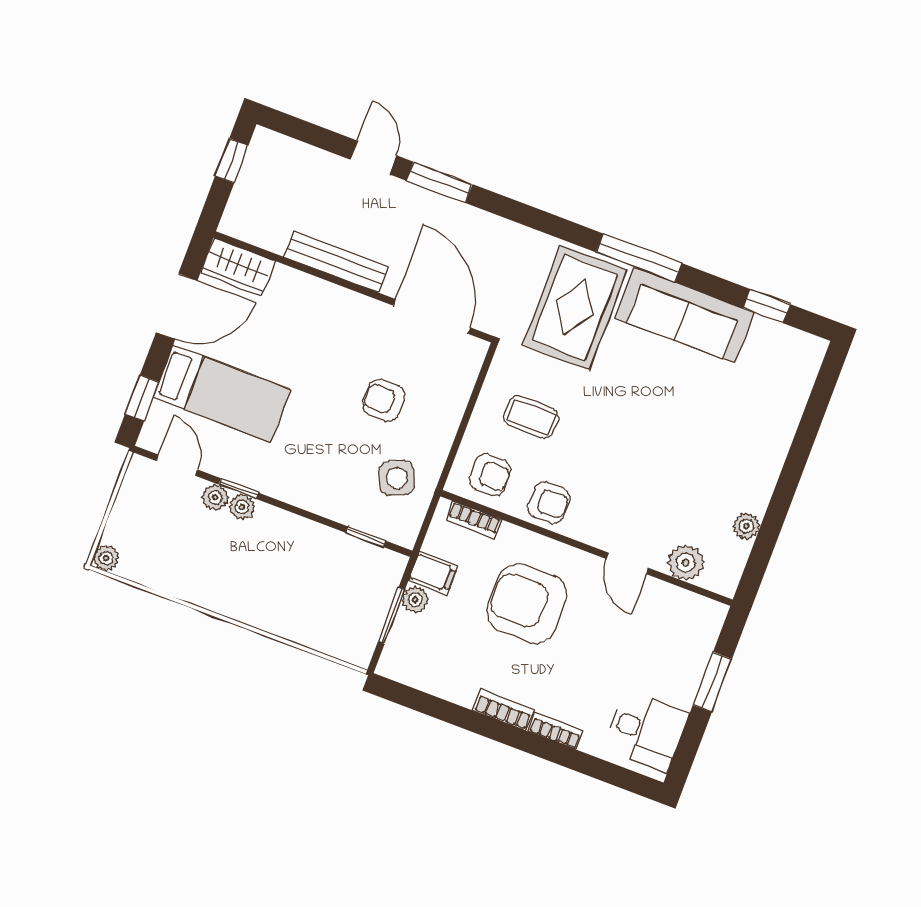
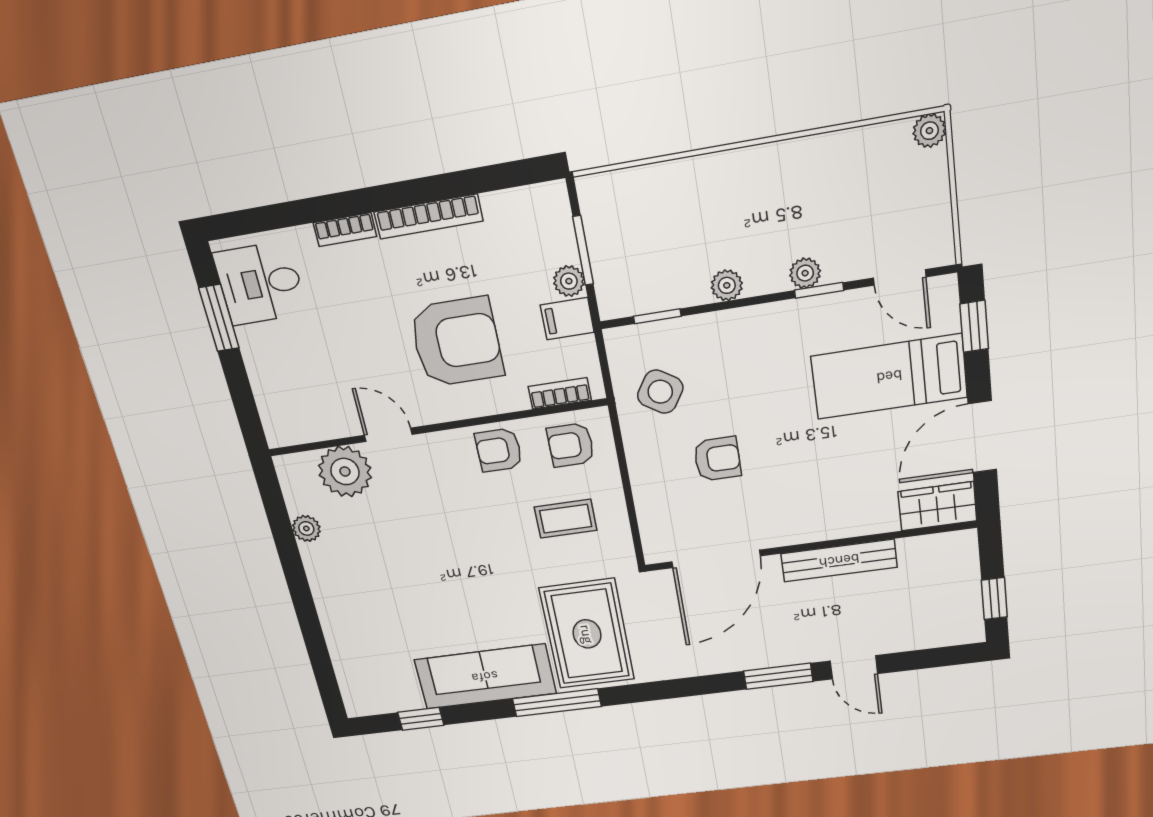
door: (432, 317) -> (716, 559), hinge flipped
side table: (397, 478) -> (660, 392), turned -33
plant: (215, 497) -> (727, 285), moved
plant: (686, 563) -> (345, 471), width x1.36, depth x1.36
window: (712, 682) -> (219, 318), moved
bookcase: (503, 710) -> (428, 216), width x1.56

